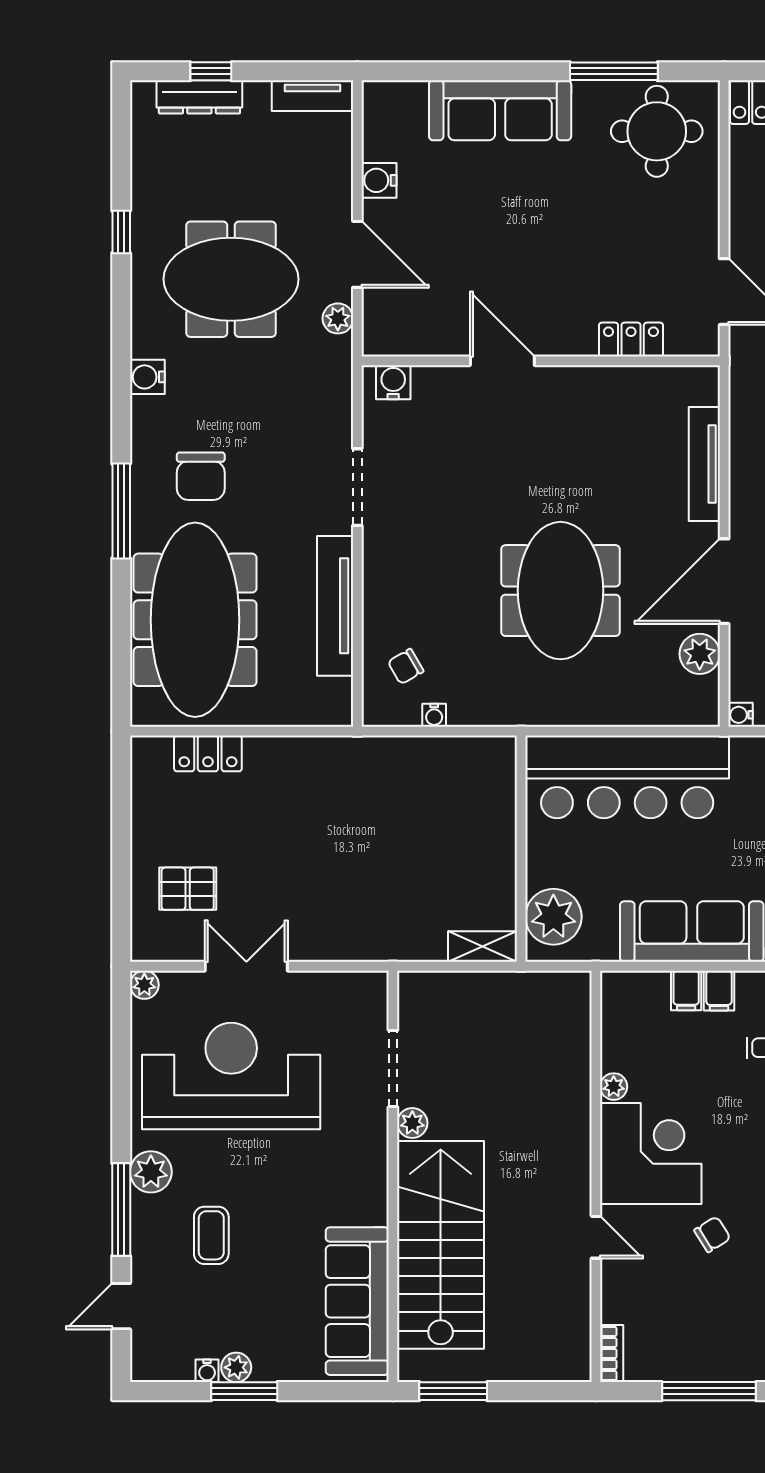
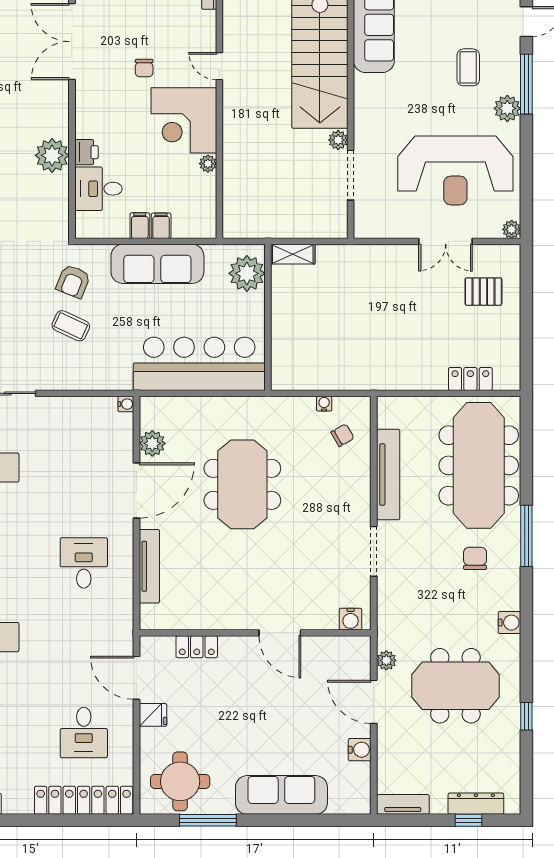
fridge: (699, 234) -> (153, 715), added
chair: (201, 476) -> (475, 558), width x0.73, depth x0.73
chair: (712, 1234) -> (144, 68), turned -58

